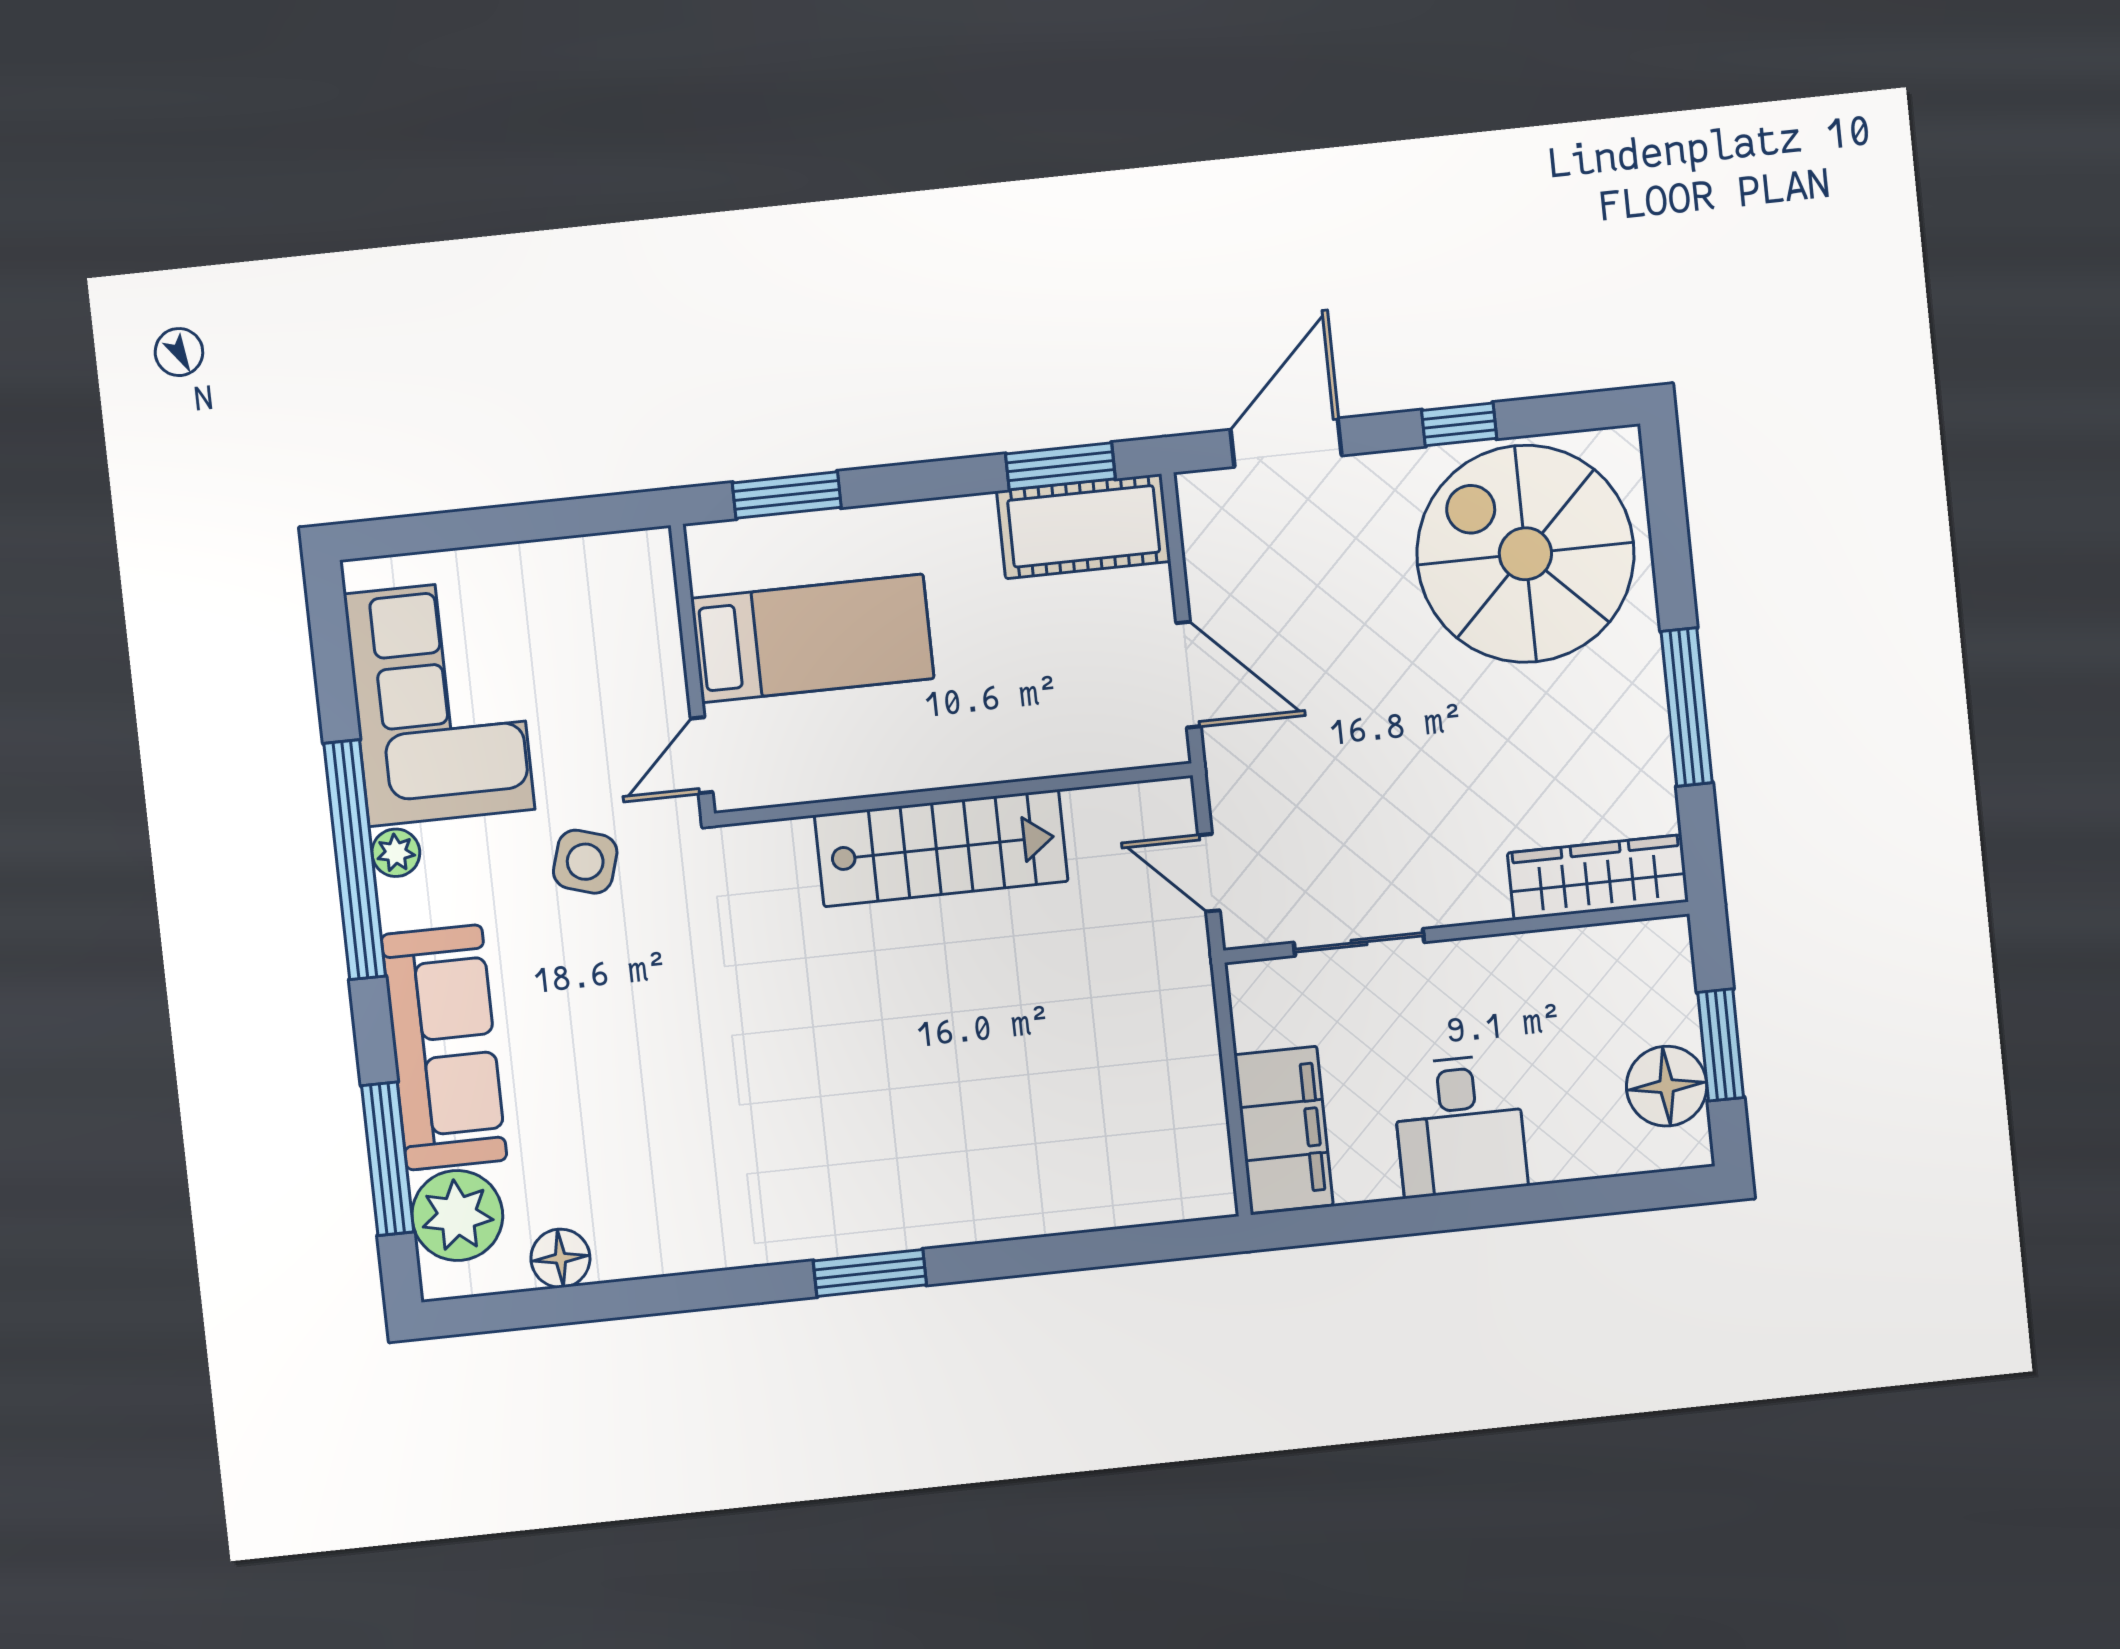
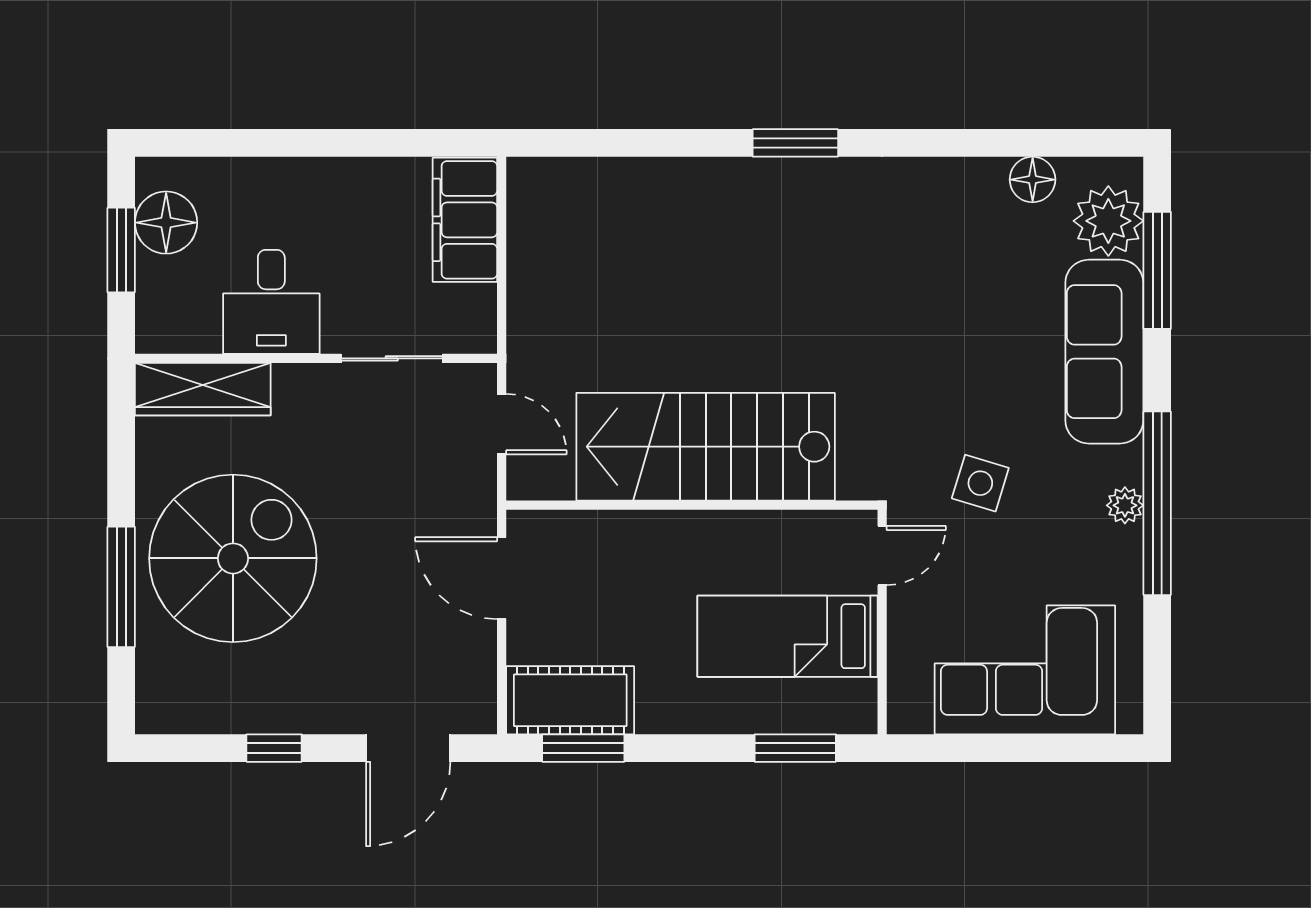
spiral stairs: (1525, 554) -> (233, 558), moved, turned -90
corner sofa: (439, 702) -> (1025, 670), moved, turned 90
window: (1687, 707) -> (121, 587), moved
stairs: (941, 848) -> (706, 447), width x1.36, depth x1.51
desk: (1460, 1126) -> (271, 302), moved, turned 180

